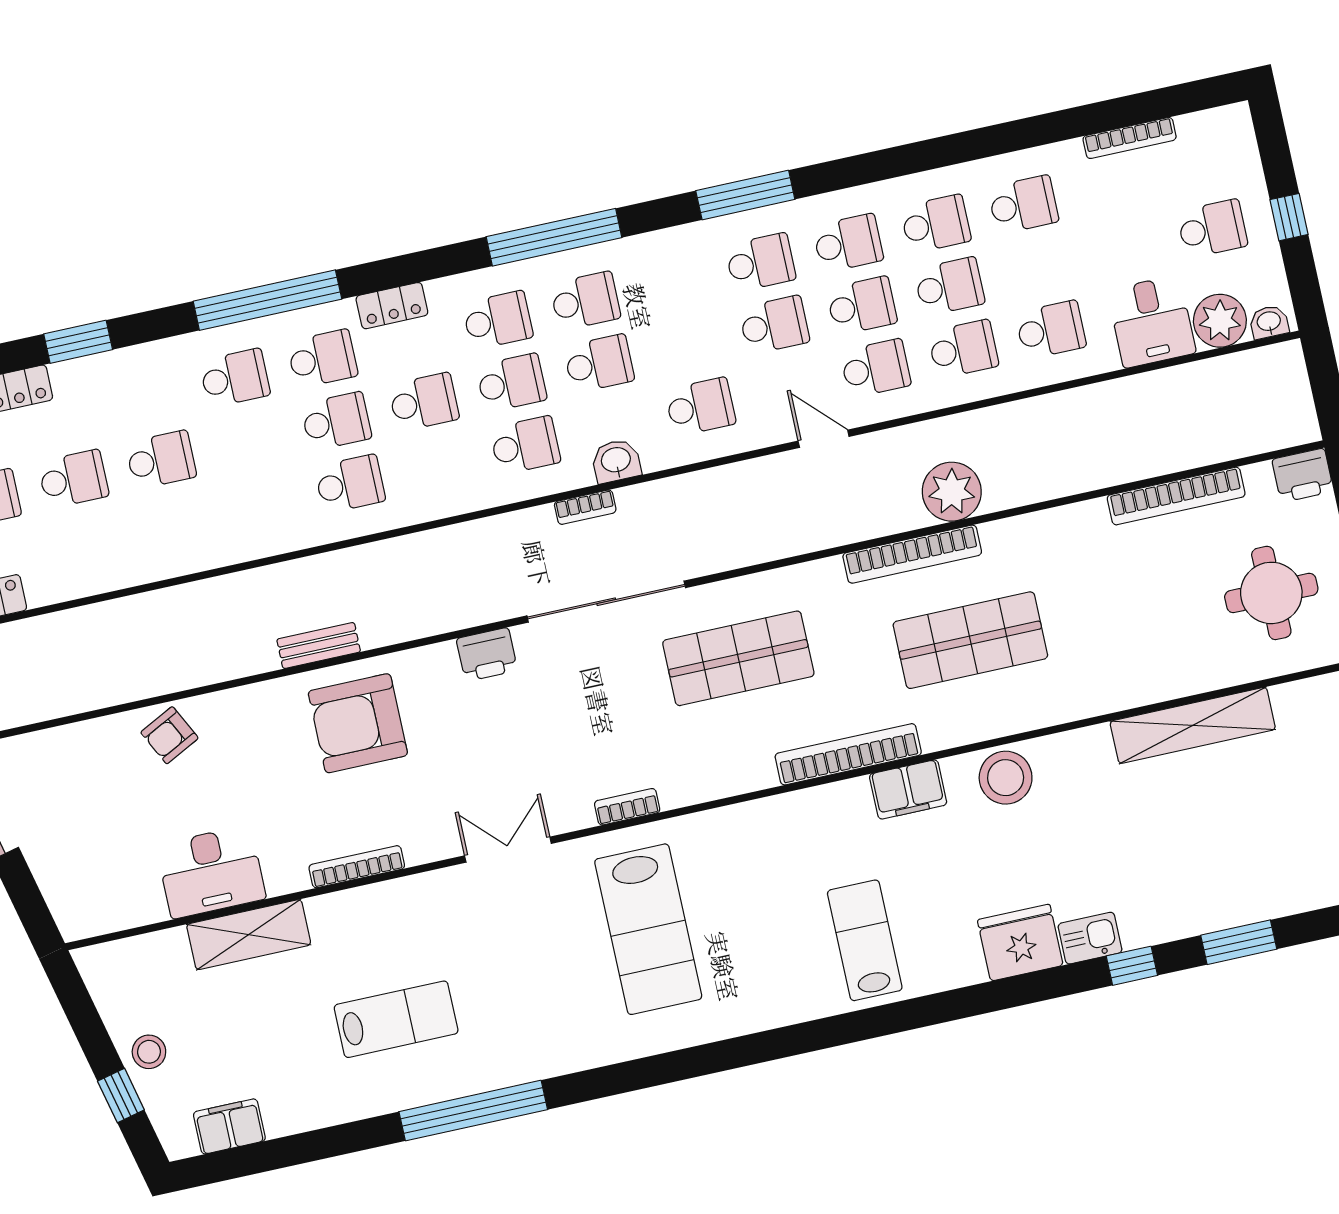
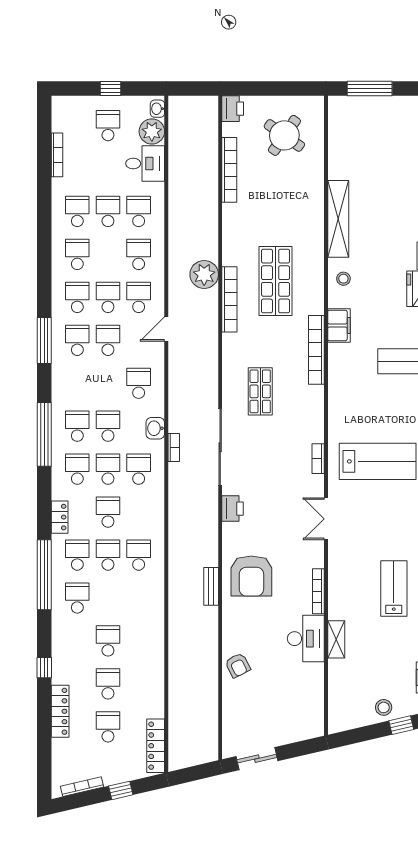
school desk: (949, 286) -> (108, 211), moved
window: (78, 342) -> (44, 668), width x0.67
round table: (1271, 593) -> (284, 135), turned 35
shop shelf: (738, 658) -> (260, 391), width x0.70, depth x0.74
shelving: (1193, 725) -> (338, 219), moved
stool: (1006, 778) -> (343, 279), width x0.53, depth x0.53
desk: (211, 872) -> (306, 639), moved
shelving: (249, 935) -> (336, 639), width x0.67, depth x0.75

